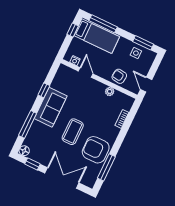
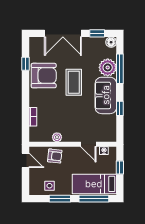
window: (73, 30) -> (120, 167), moved
window: (143, 43) -> (60, 199), moved
plant: (38, 130) -> (108, 67), added
window: (106, 167) -> (26, 64), width x0.46

